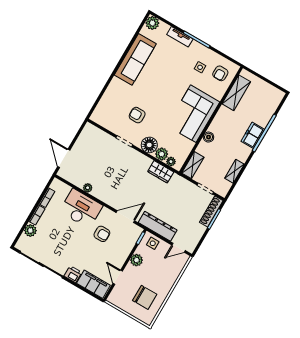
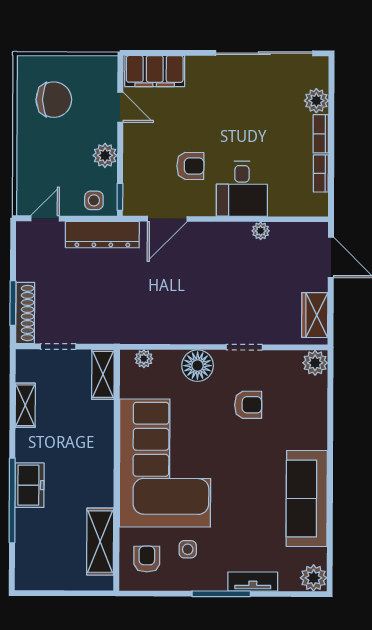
corner sofa: (193, 114) -> (165, 463), width x1.36, depth x1.36
boiler: (209, 137) -> (104, 438), removed
plant: (162, 154) -> (315, 363), moved
wardrobe: (161, 172) -> (315, 315), moved, turned -90
desk: (81, 209) -> (242, 189), width x0.73
armchair: (102, 234) -> (190, 166), turned 180
printer: (73, 274) -> (200, 68), removed
chair: (145, 297) -> (54, 100), turned 180

